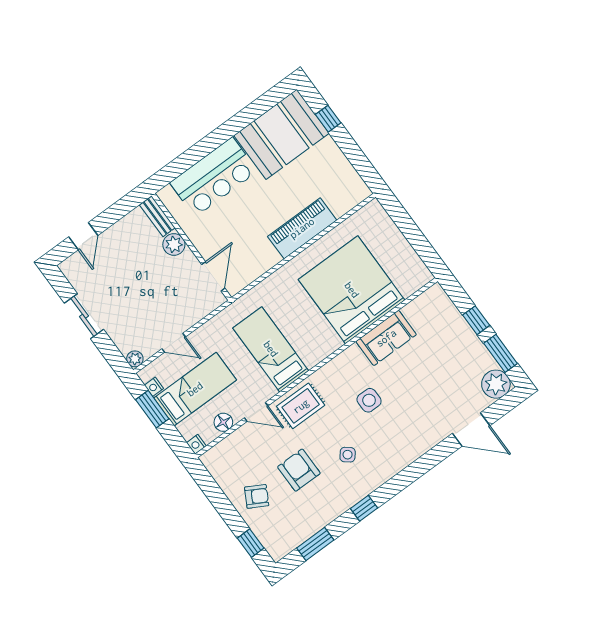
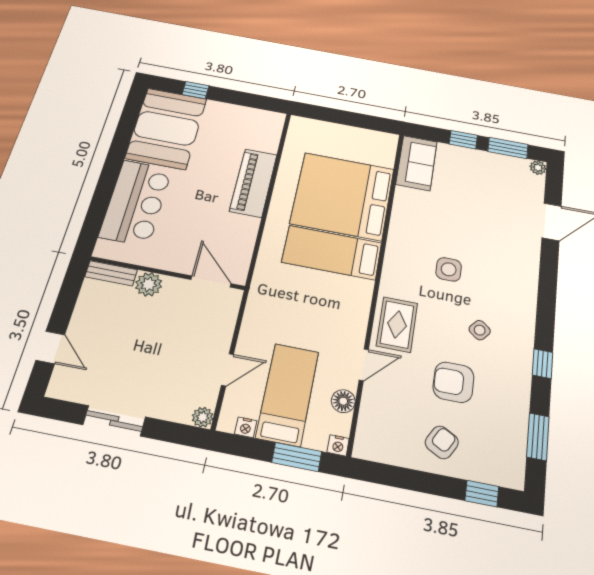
sofa: (386, 338) -> (416, 163), moved
bed: (271, 349) -> (332, 253), moved
plant: (496, 384) -> (538, 168), width x0.53, depth x0.53
window: (152, 409) -> (297, 457), moved

